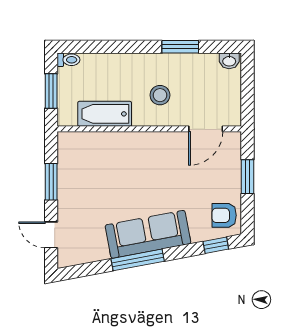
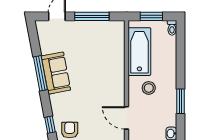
bathtub: (105, 114) -> (139, 52), width x1.36, depth x1.36
window: (51, 182) -> (92, 16), width x1.44
sofa: (148, 234) -> (56, 73), width x0.73

